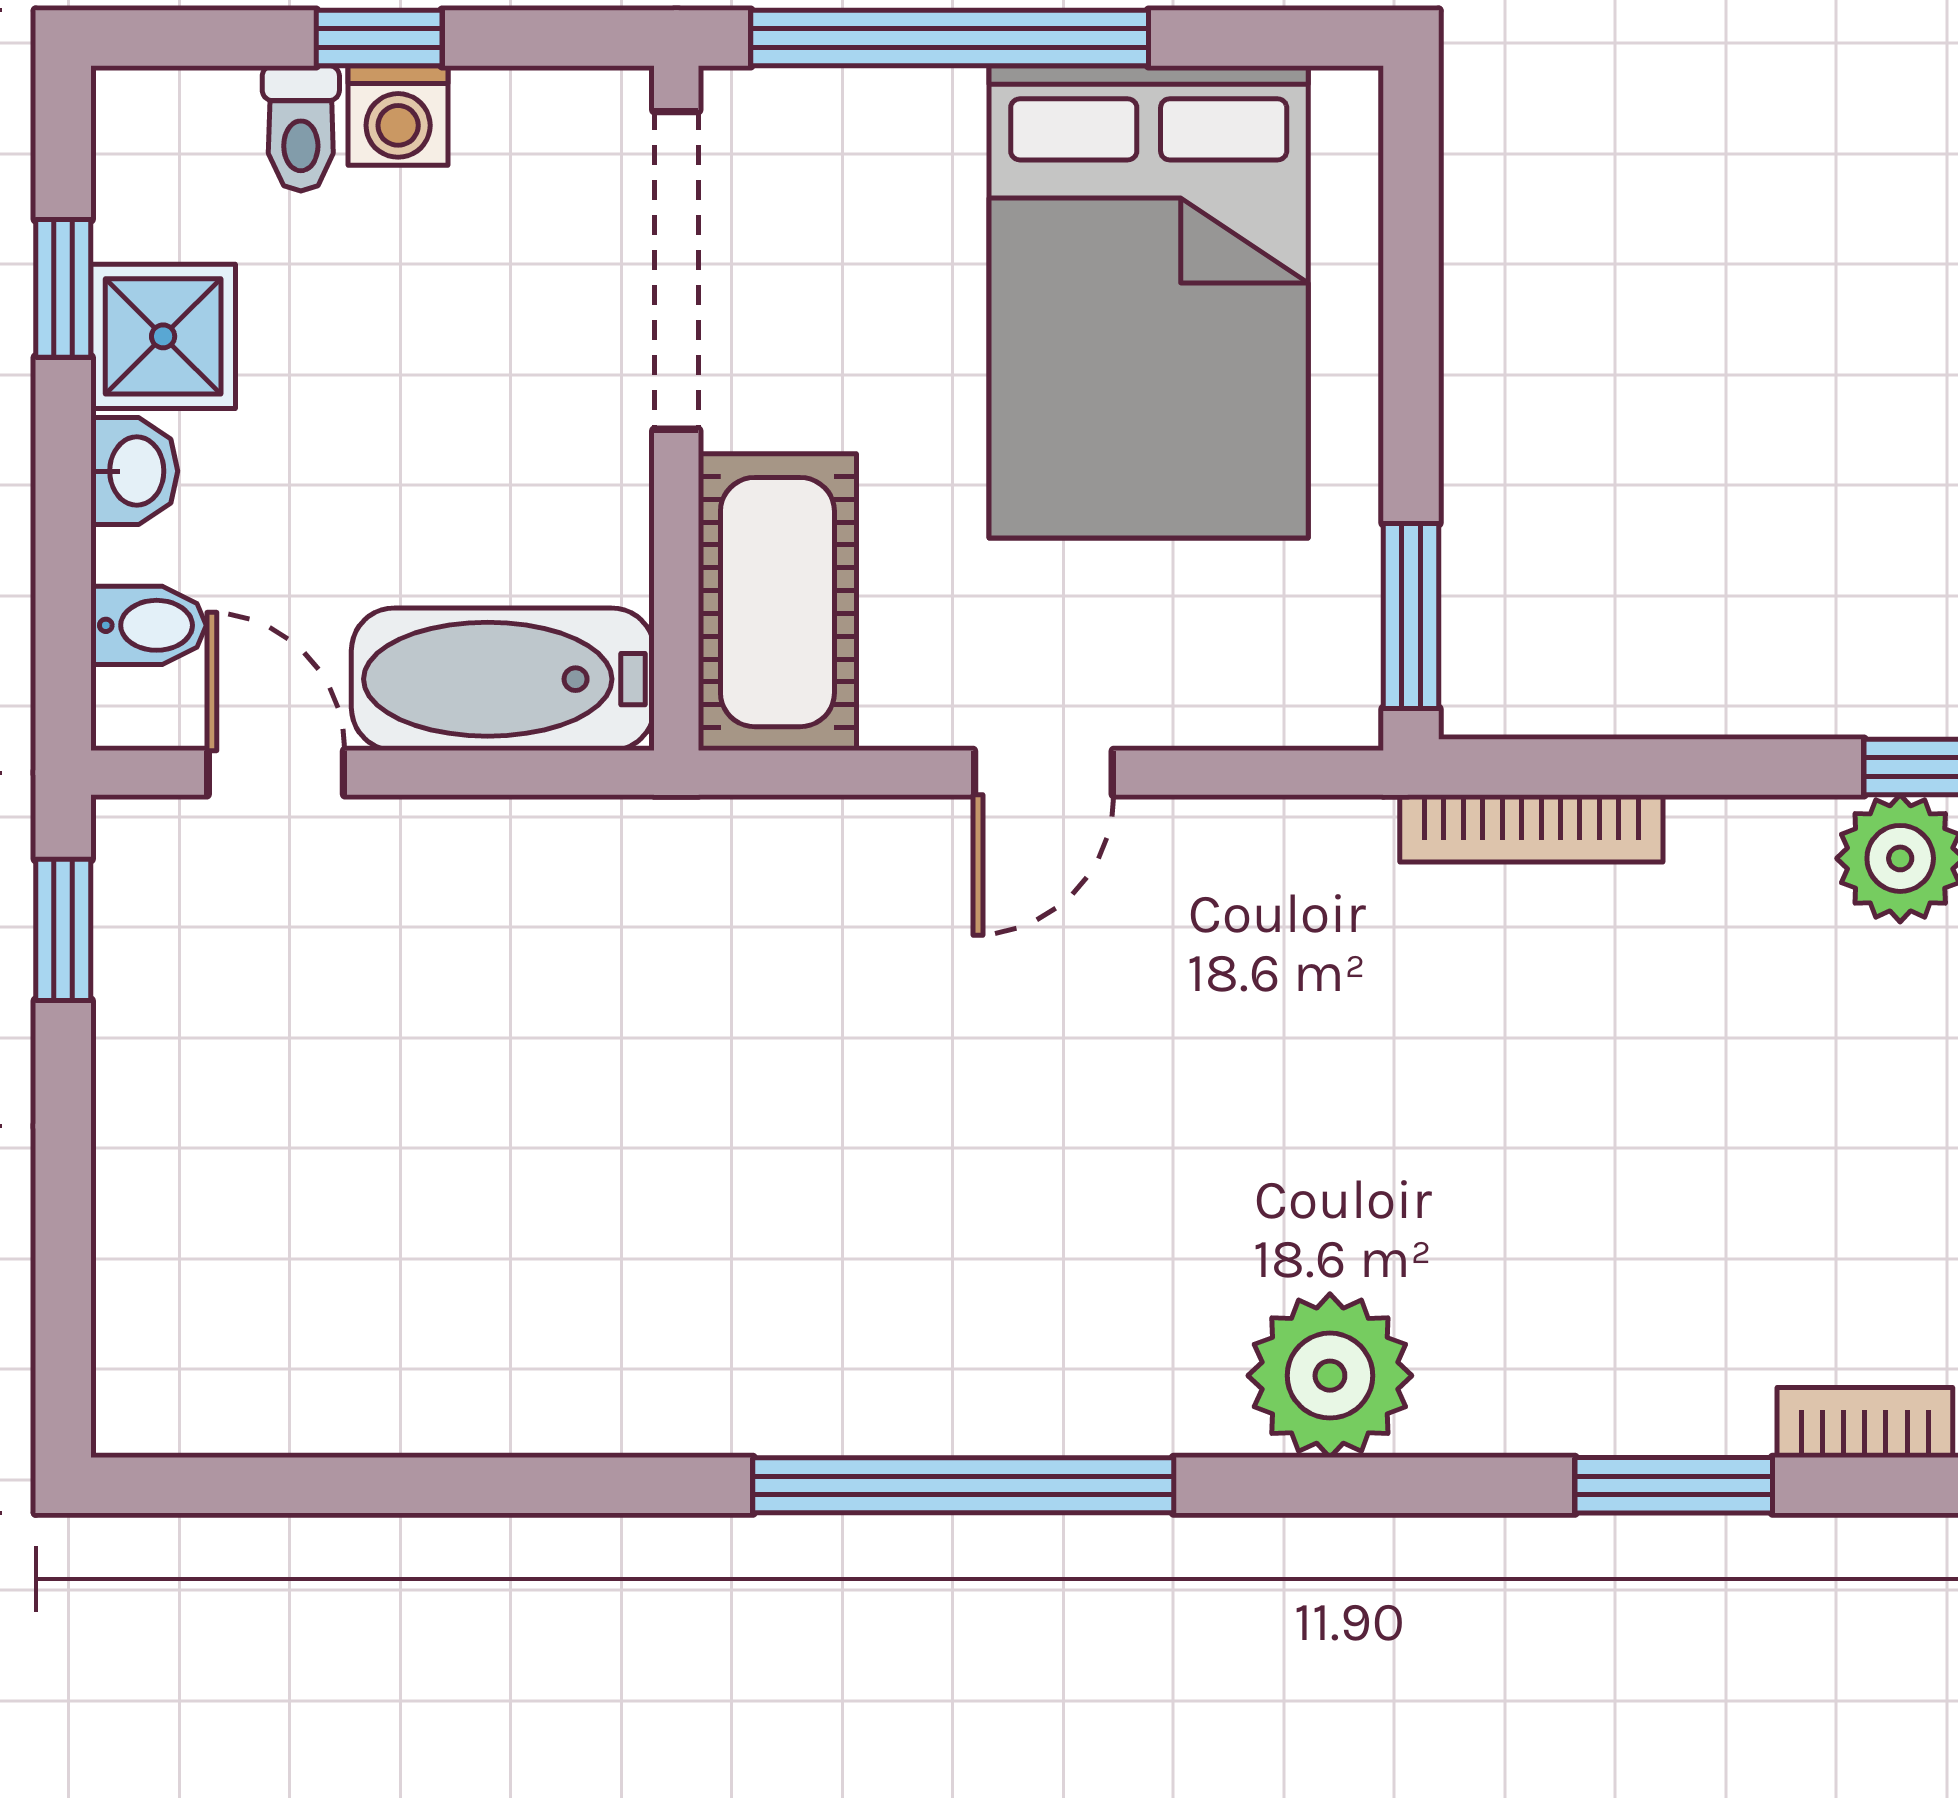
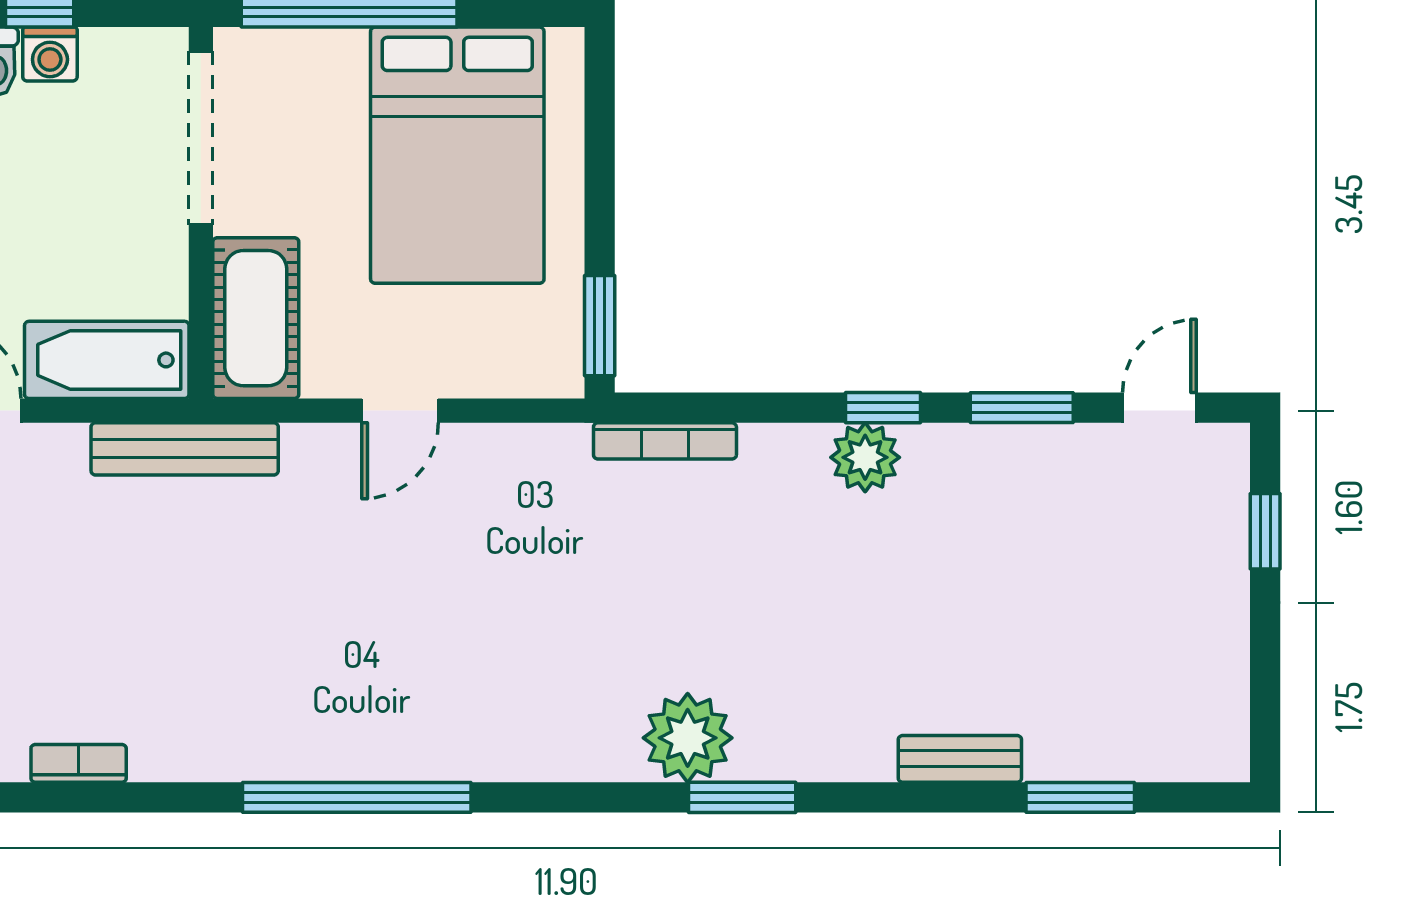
bench: (646, 843) -> (185, 449), added
plant: (1330, 1376) -> (688, 738), moved
bookcase: (1865, 1423) -> (79, 763), moved

